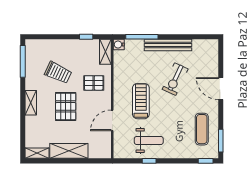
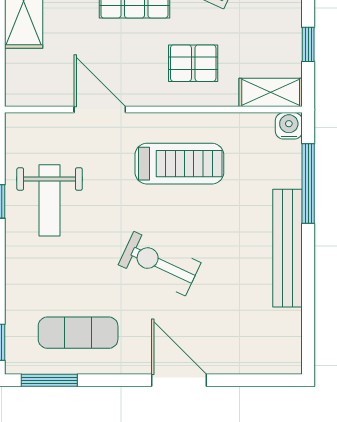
exercise bike: (175, 79) -> (160, 264), moved
pallet: (94, 83) -> (193, 63), turned 90
door: (221, 89) -> (179, 380), hinge flipped
treadmill: (141, 101) -> (179, 164), moved

